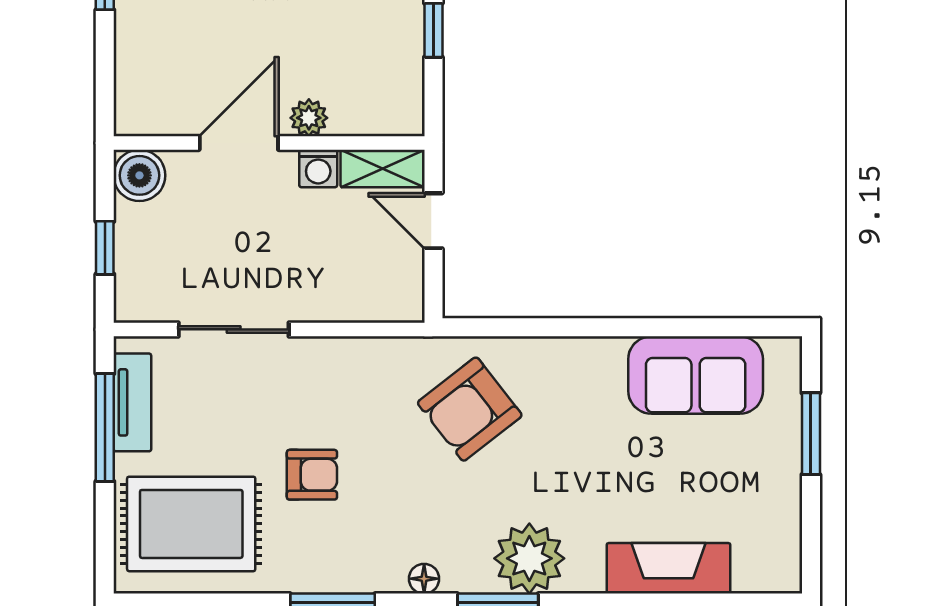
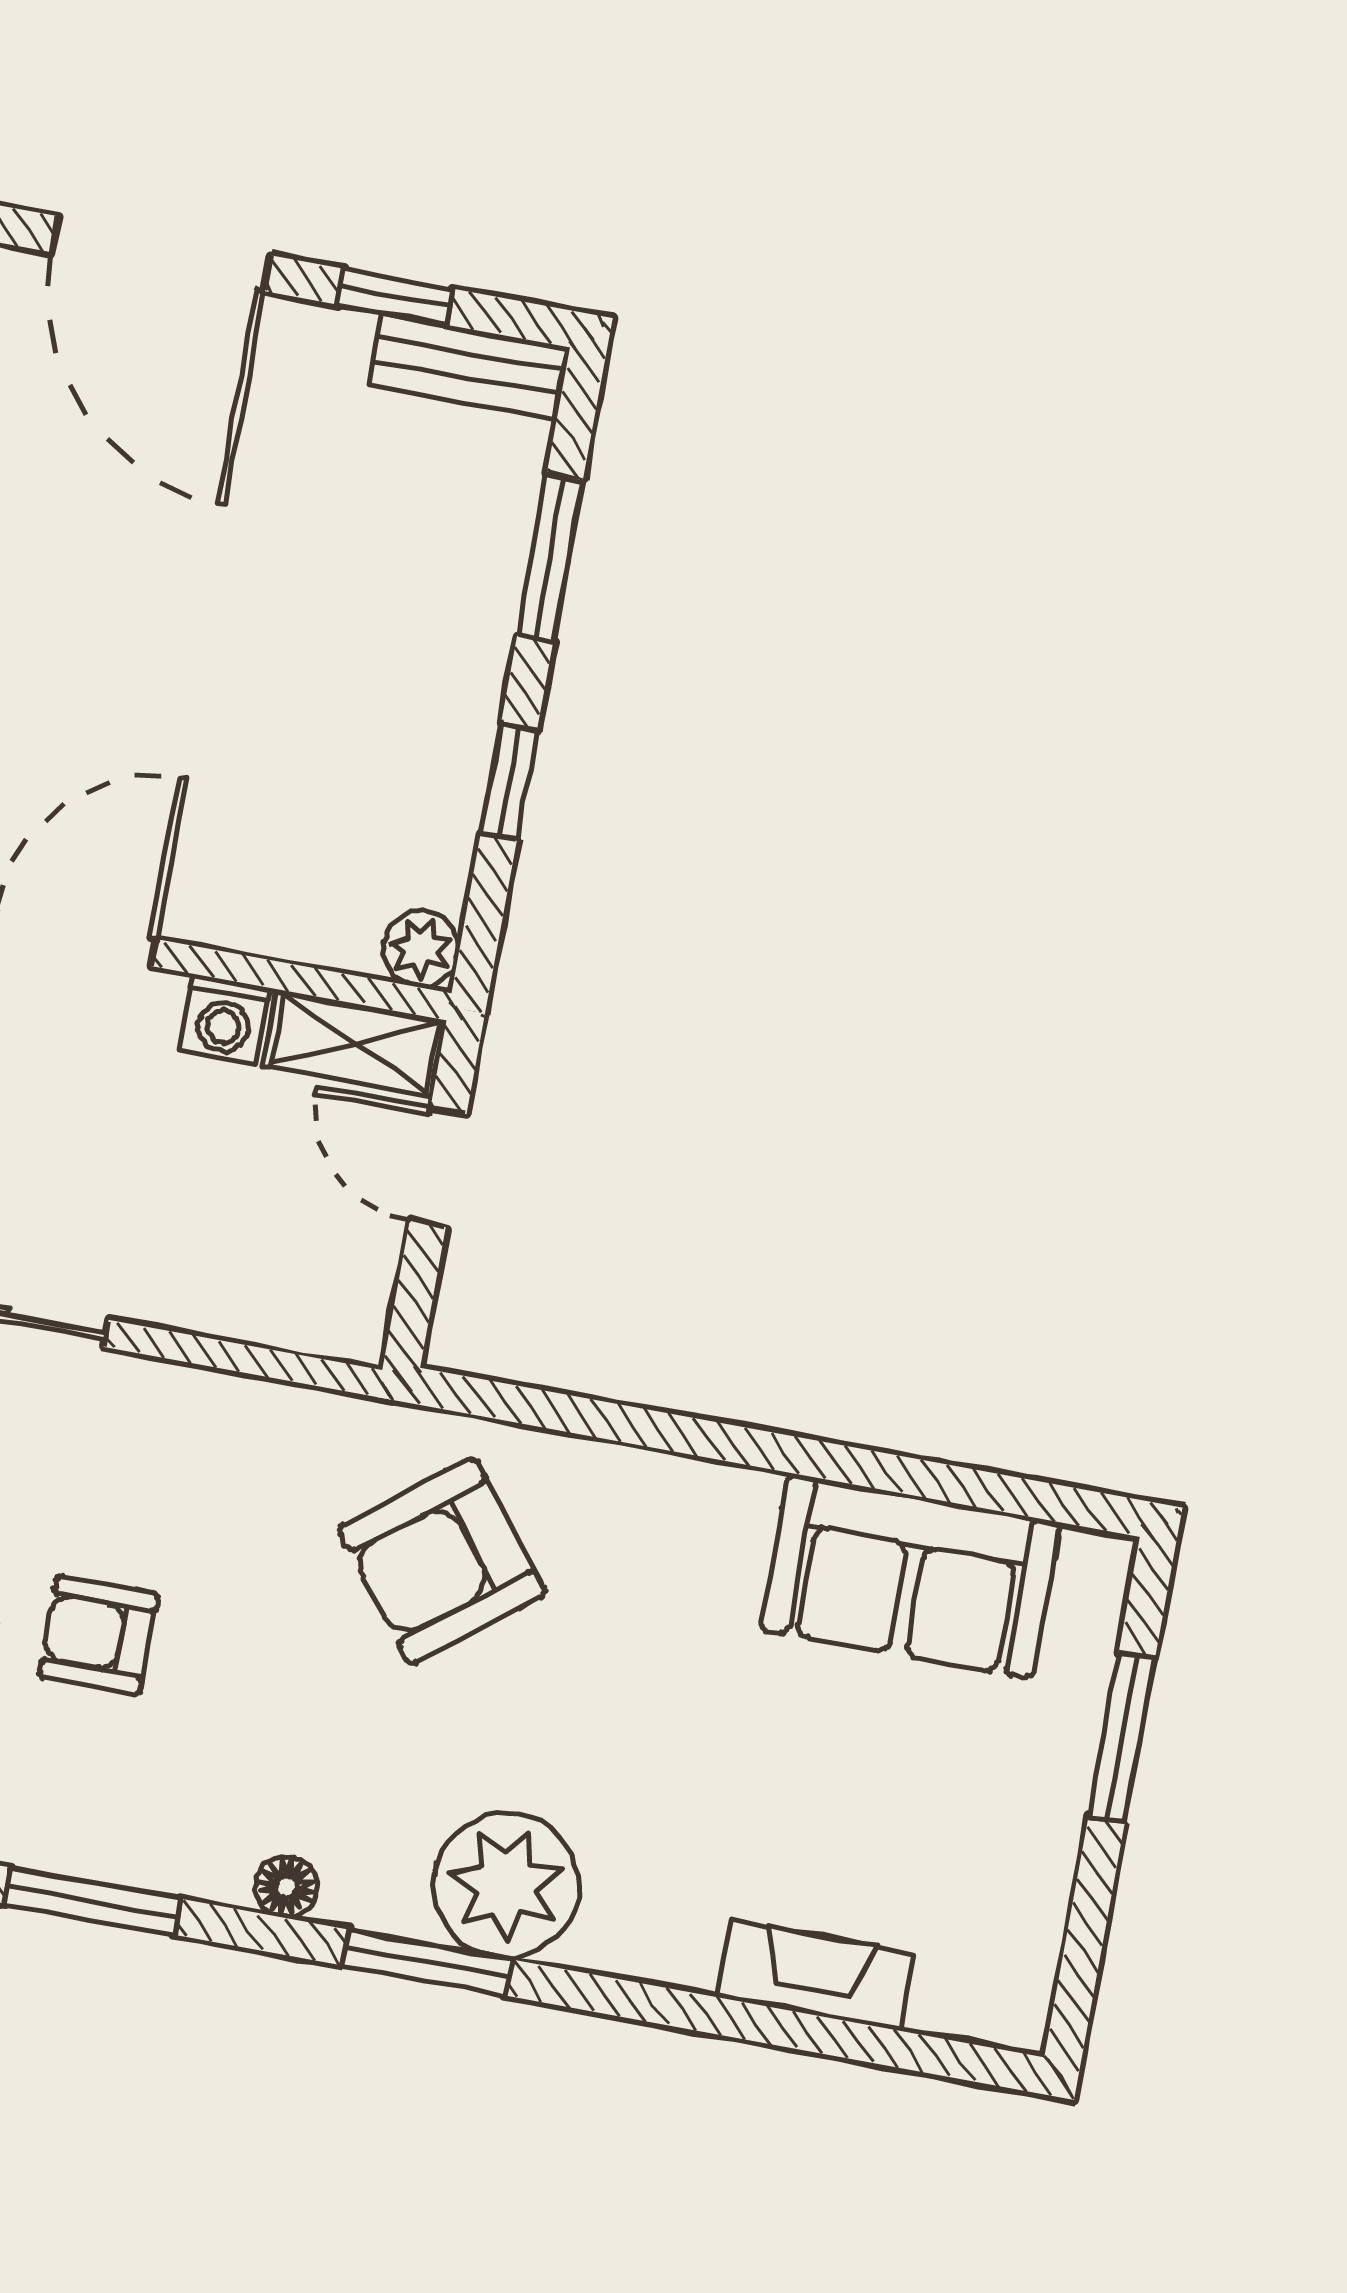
plant: (309, 118) -> (421, 949), moved
armchair: (312, 475) -> (98, 1635), turned 180
fireplace: (669, 568) -> (816, 1975), width x0.73, depth x0.76

